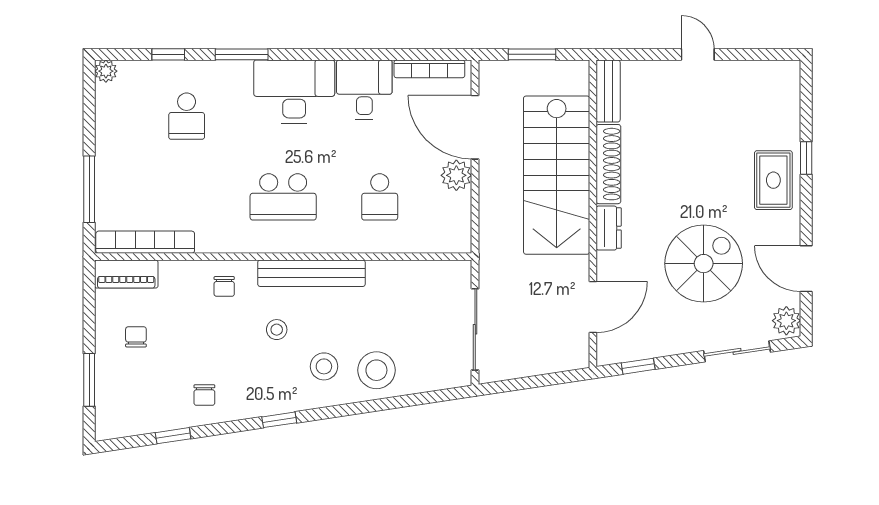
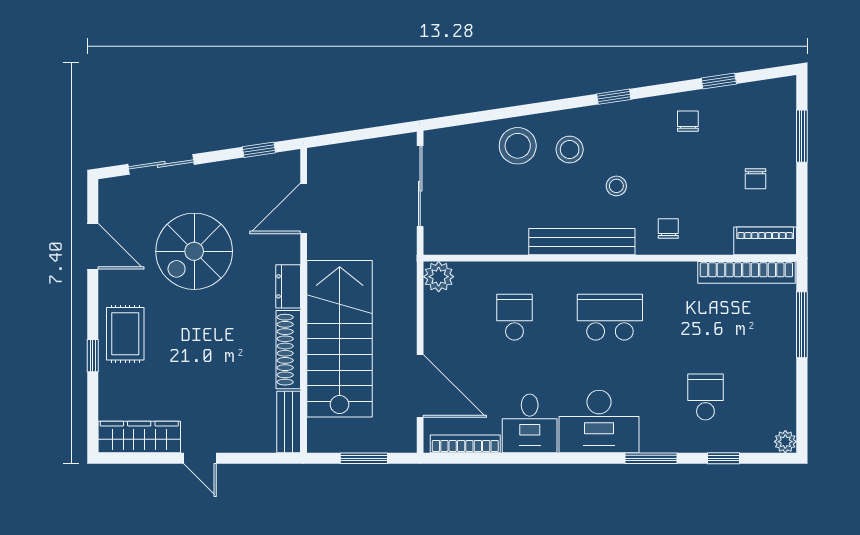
wardrobe: (759, 76) -> (139, 437), added
plant: (456, 175) -> (439, 277), moved
plant: (786, 321) -> (112, 195), removed

